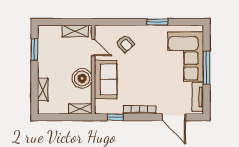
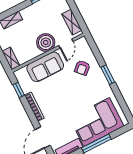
window: (157, 22) -> (108, 75), moved
boiler: (82, 78) -> (46, 43), moved

